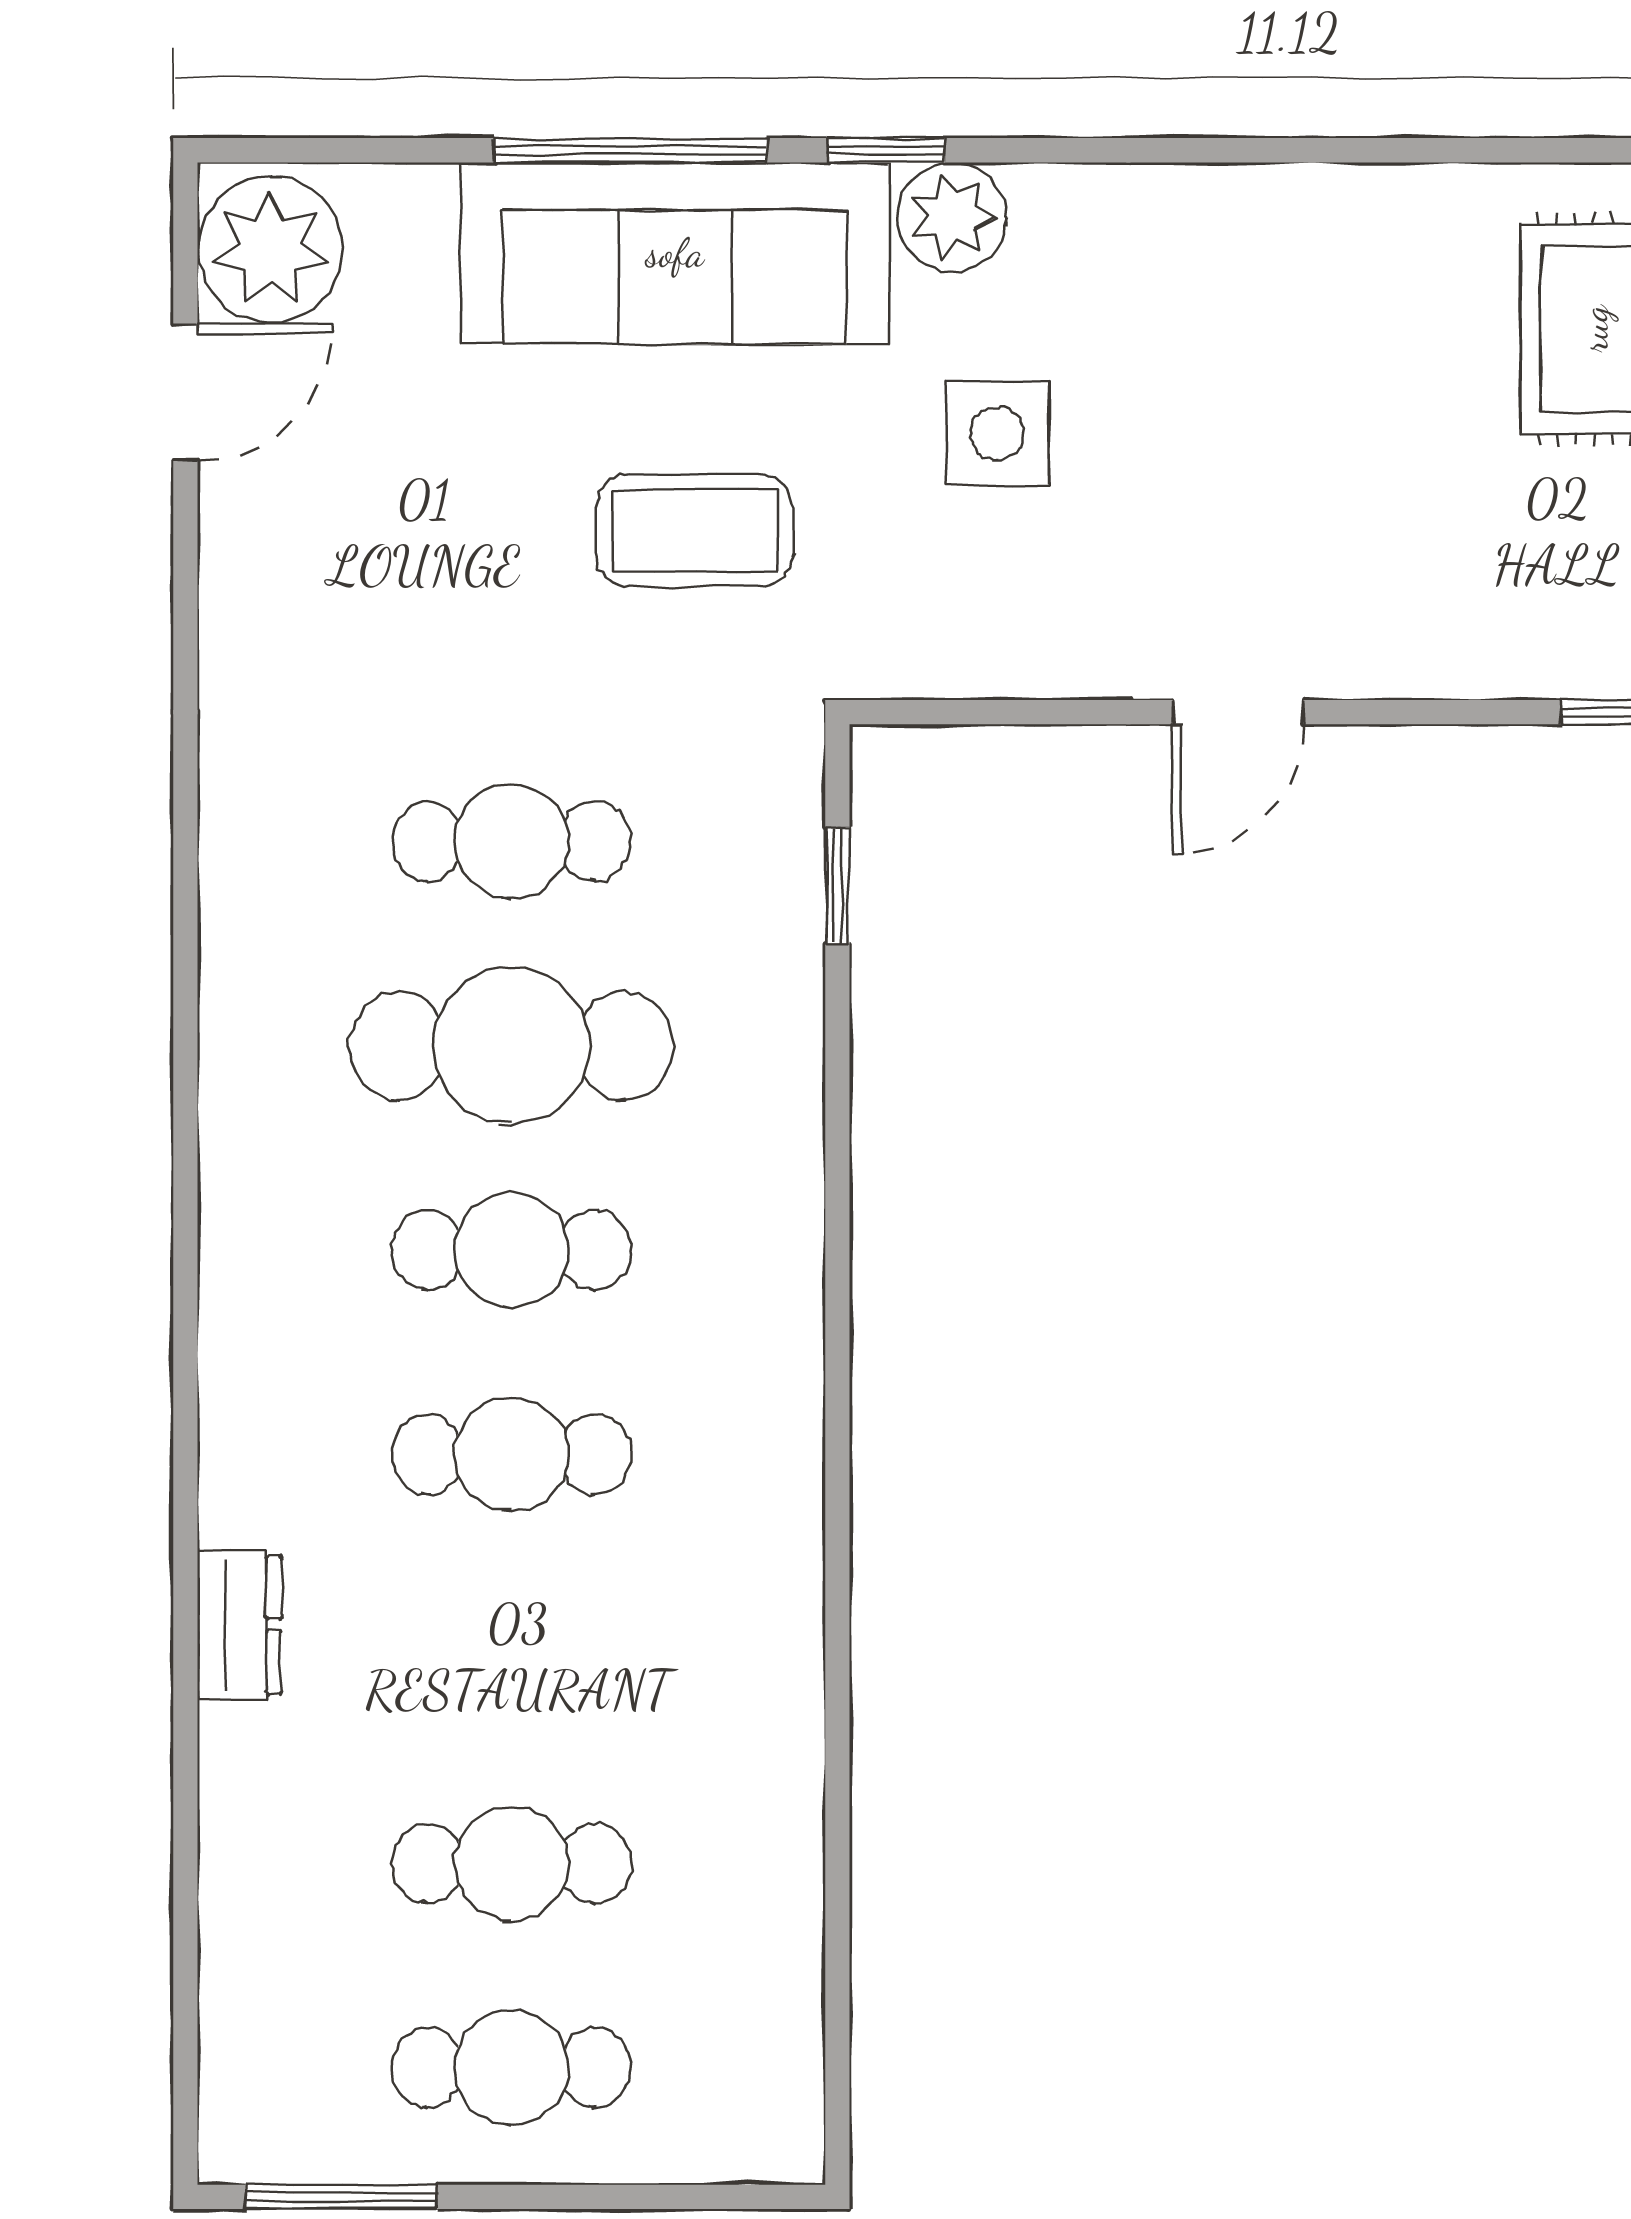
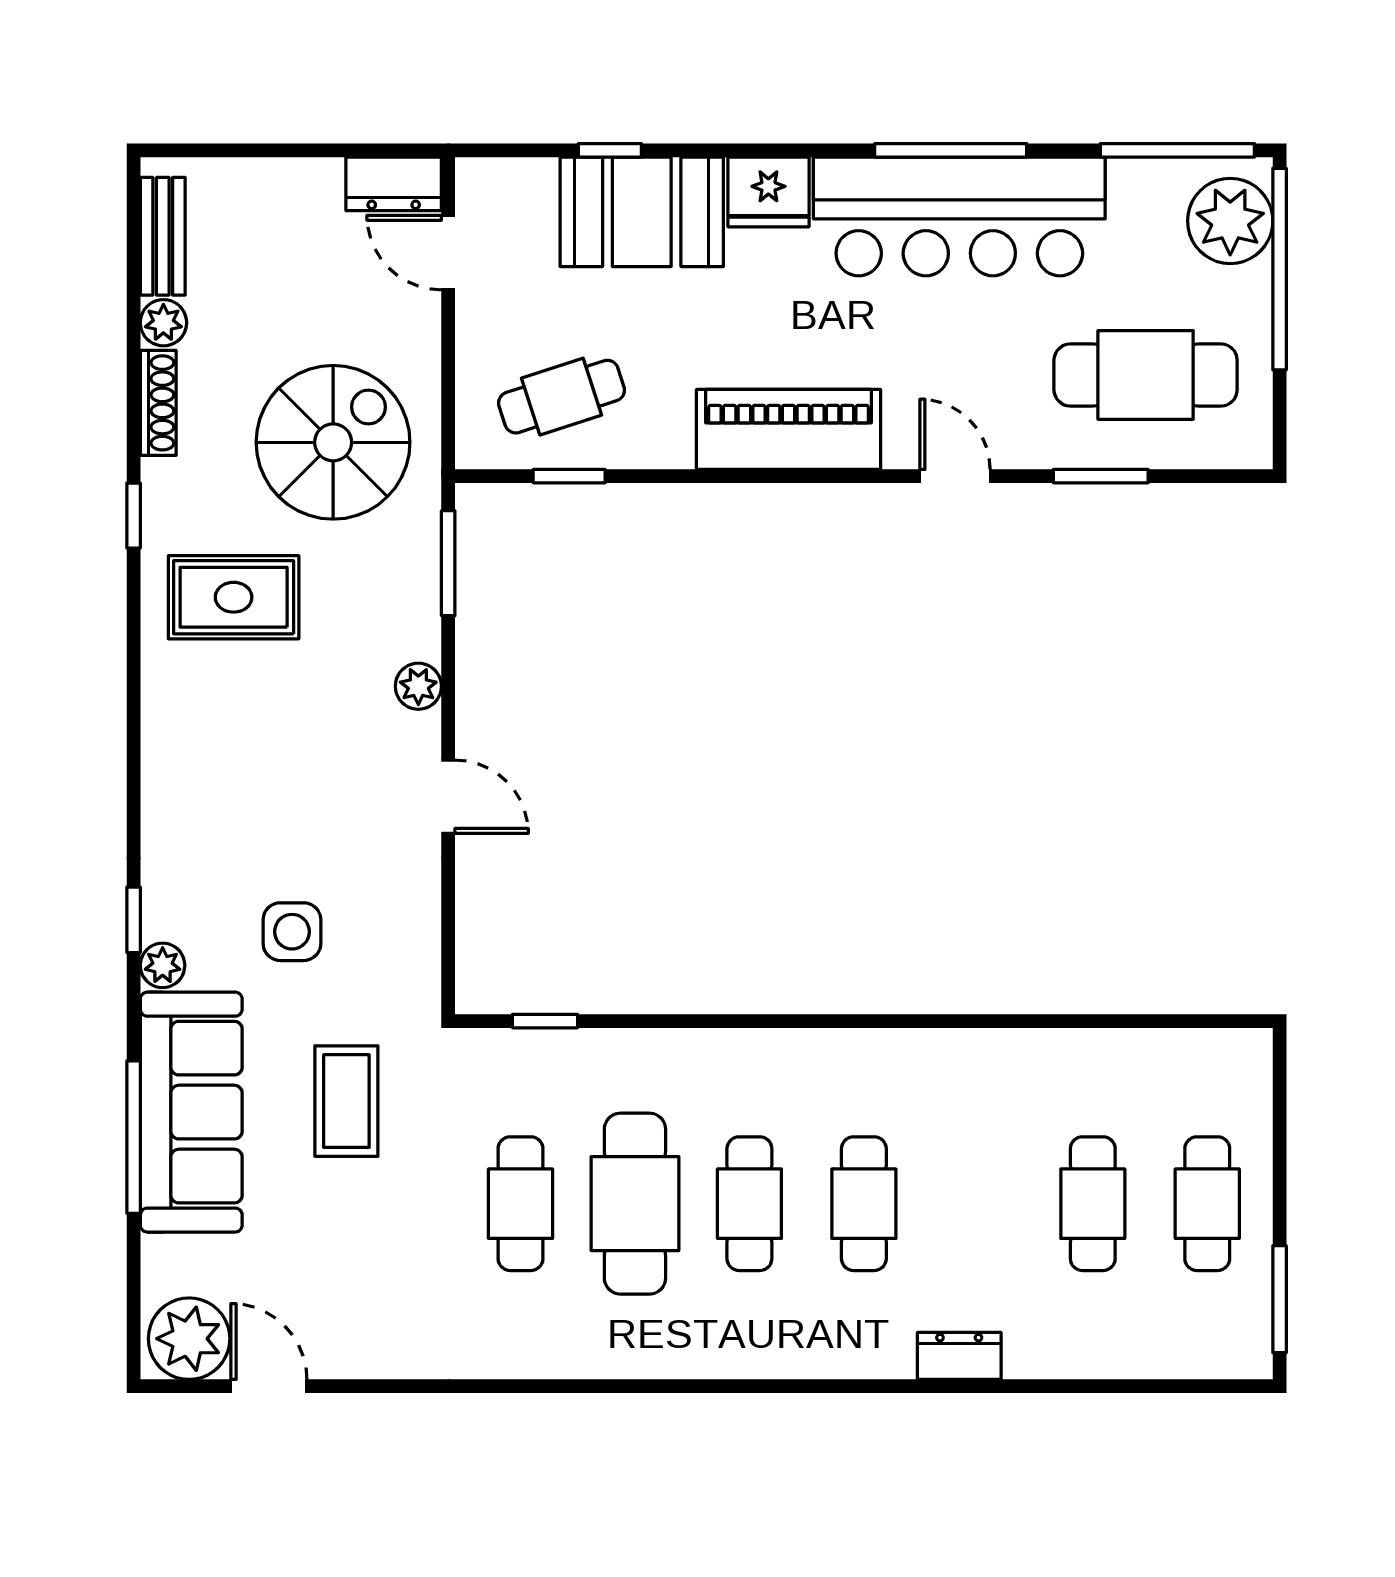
window: (886, 150) -> (134, 920), moved
plant: (952, 217) -> (163, 965), width x0.73, depth x0.73
plant: (1435, 659) -> (418, 686), added

